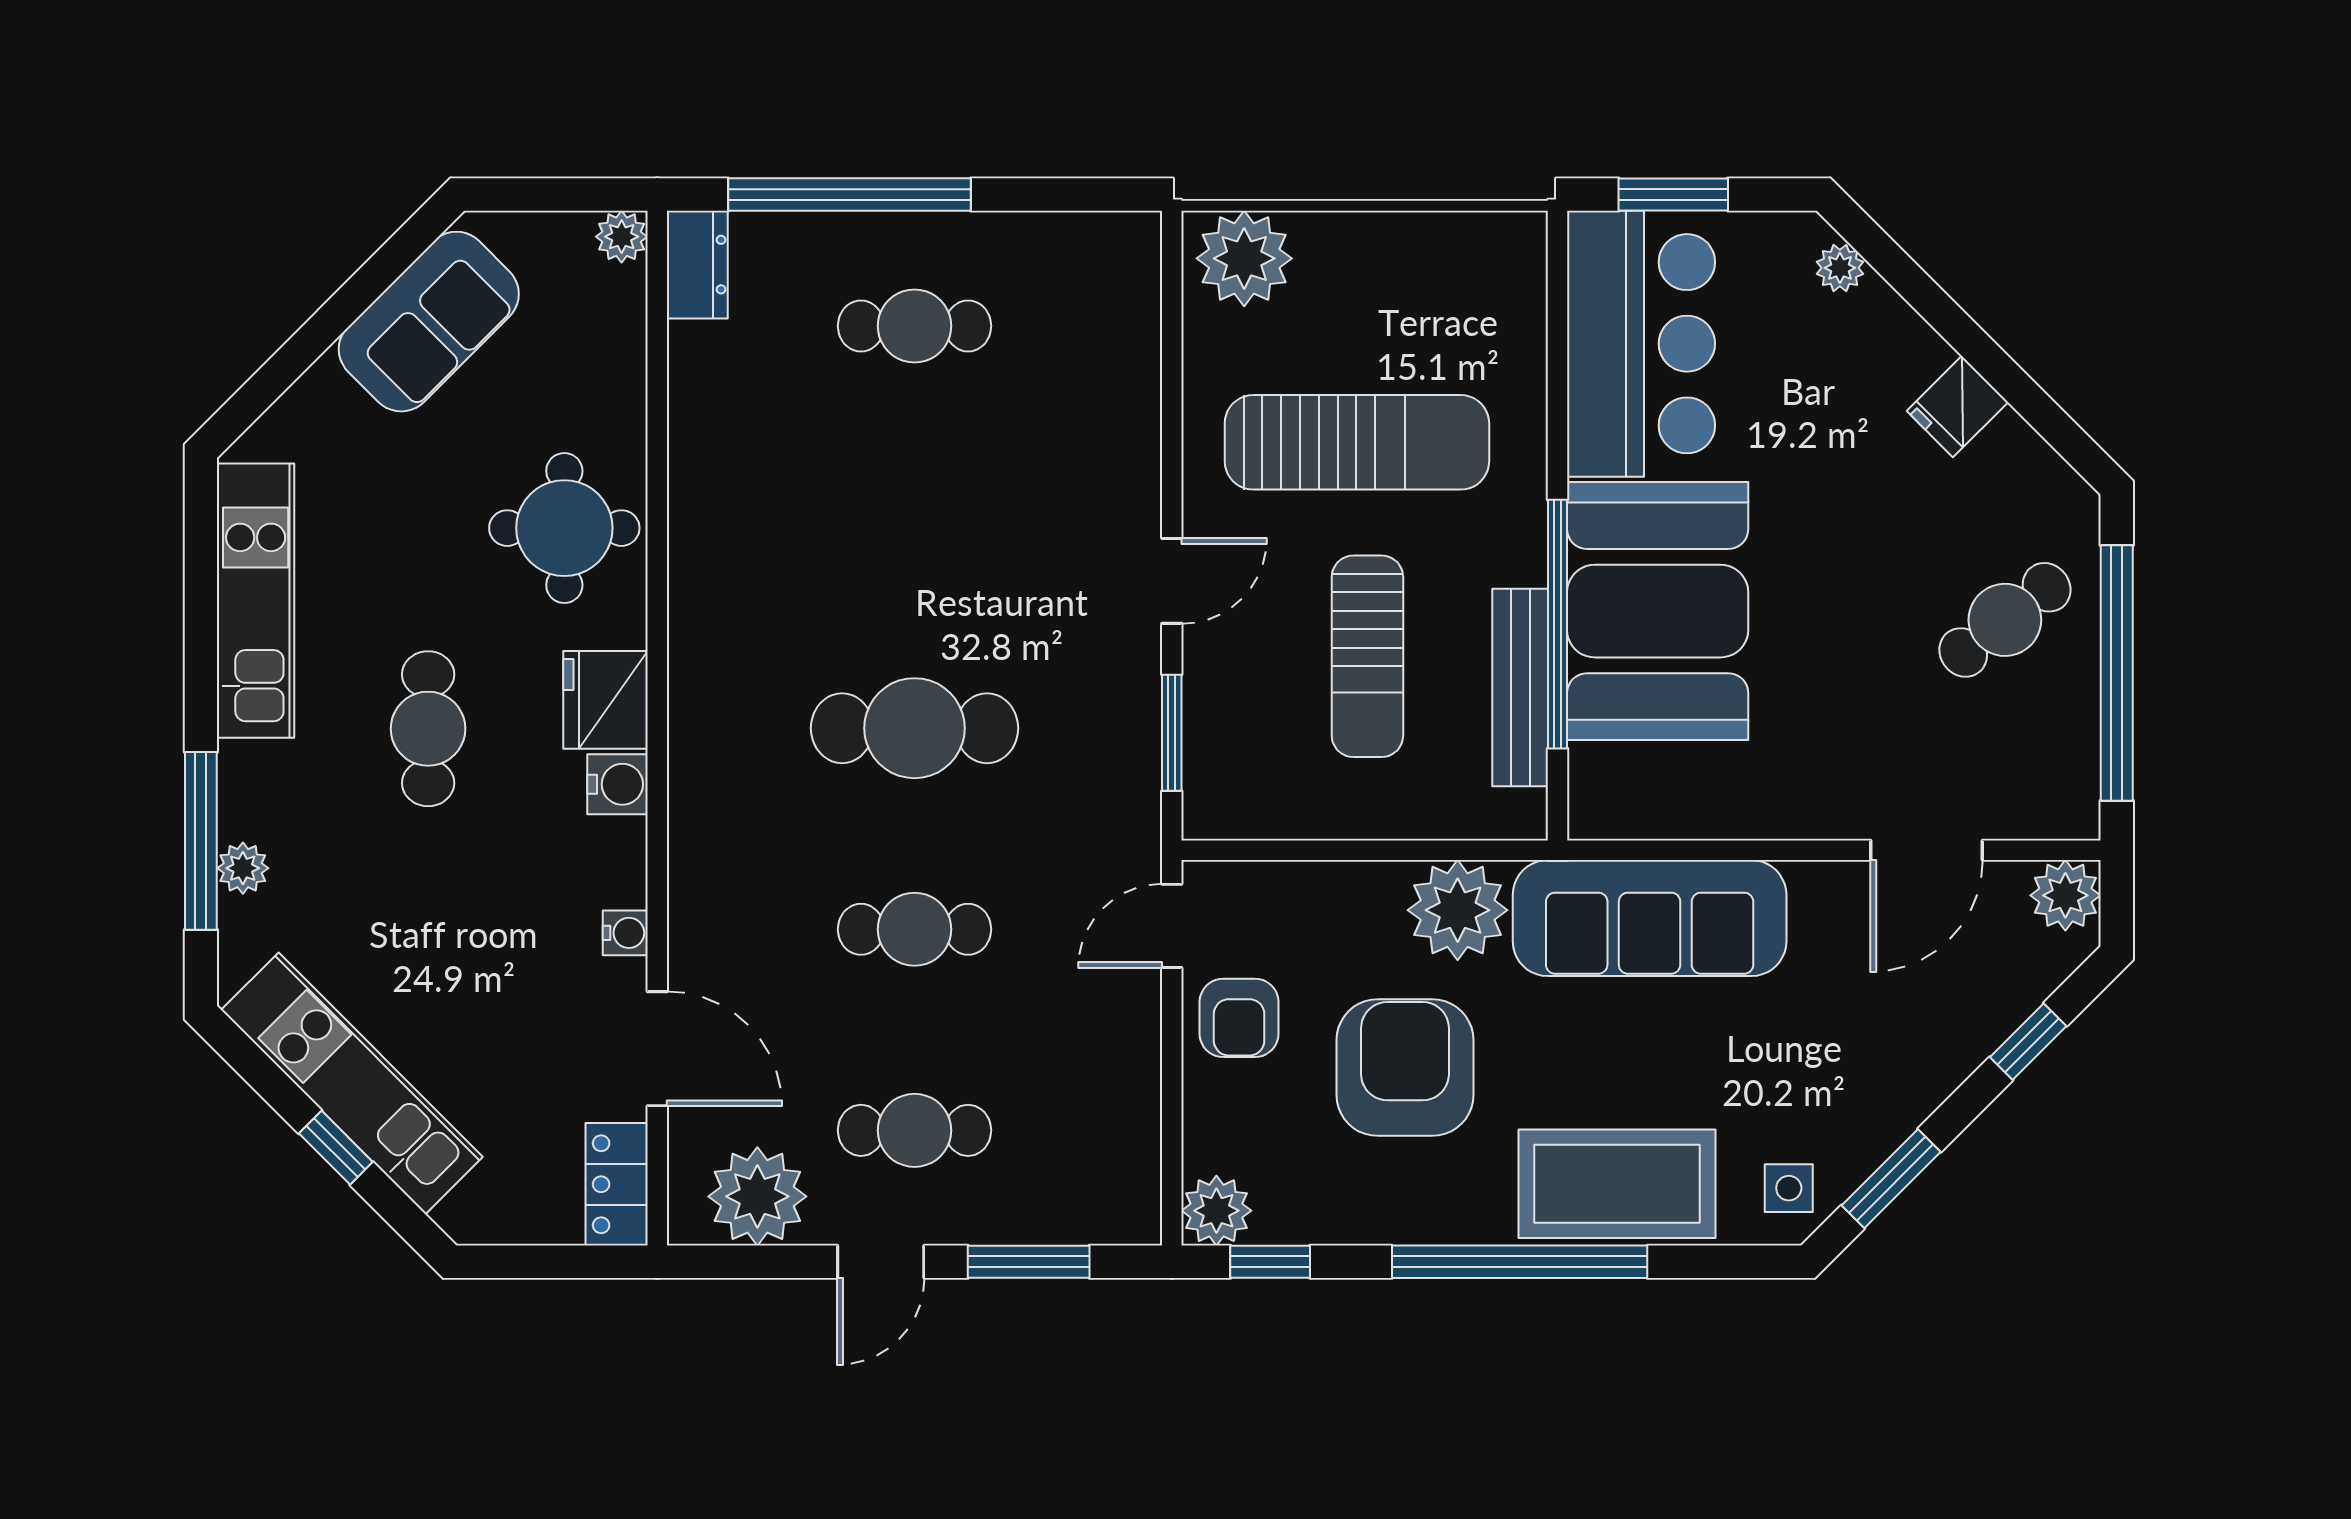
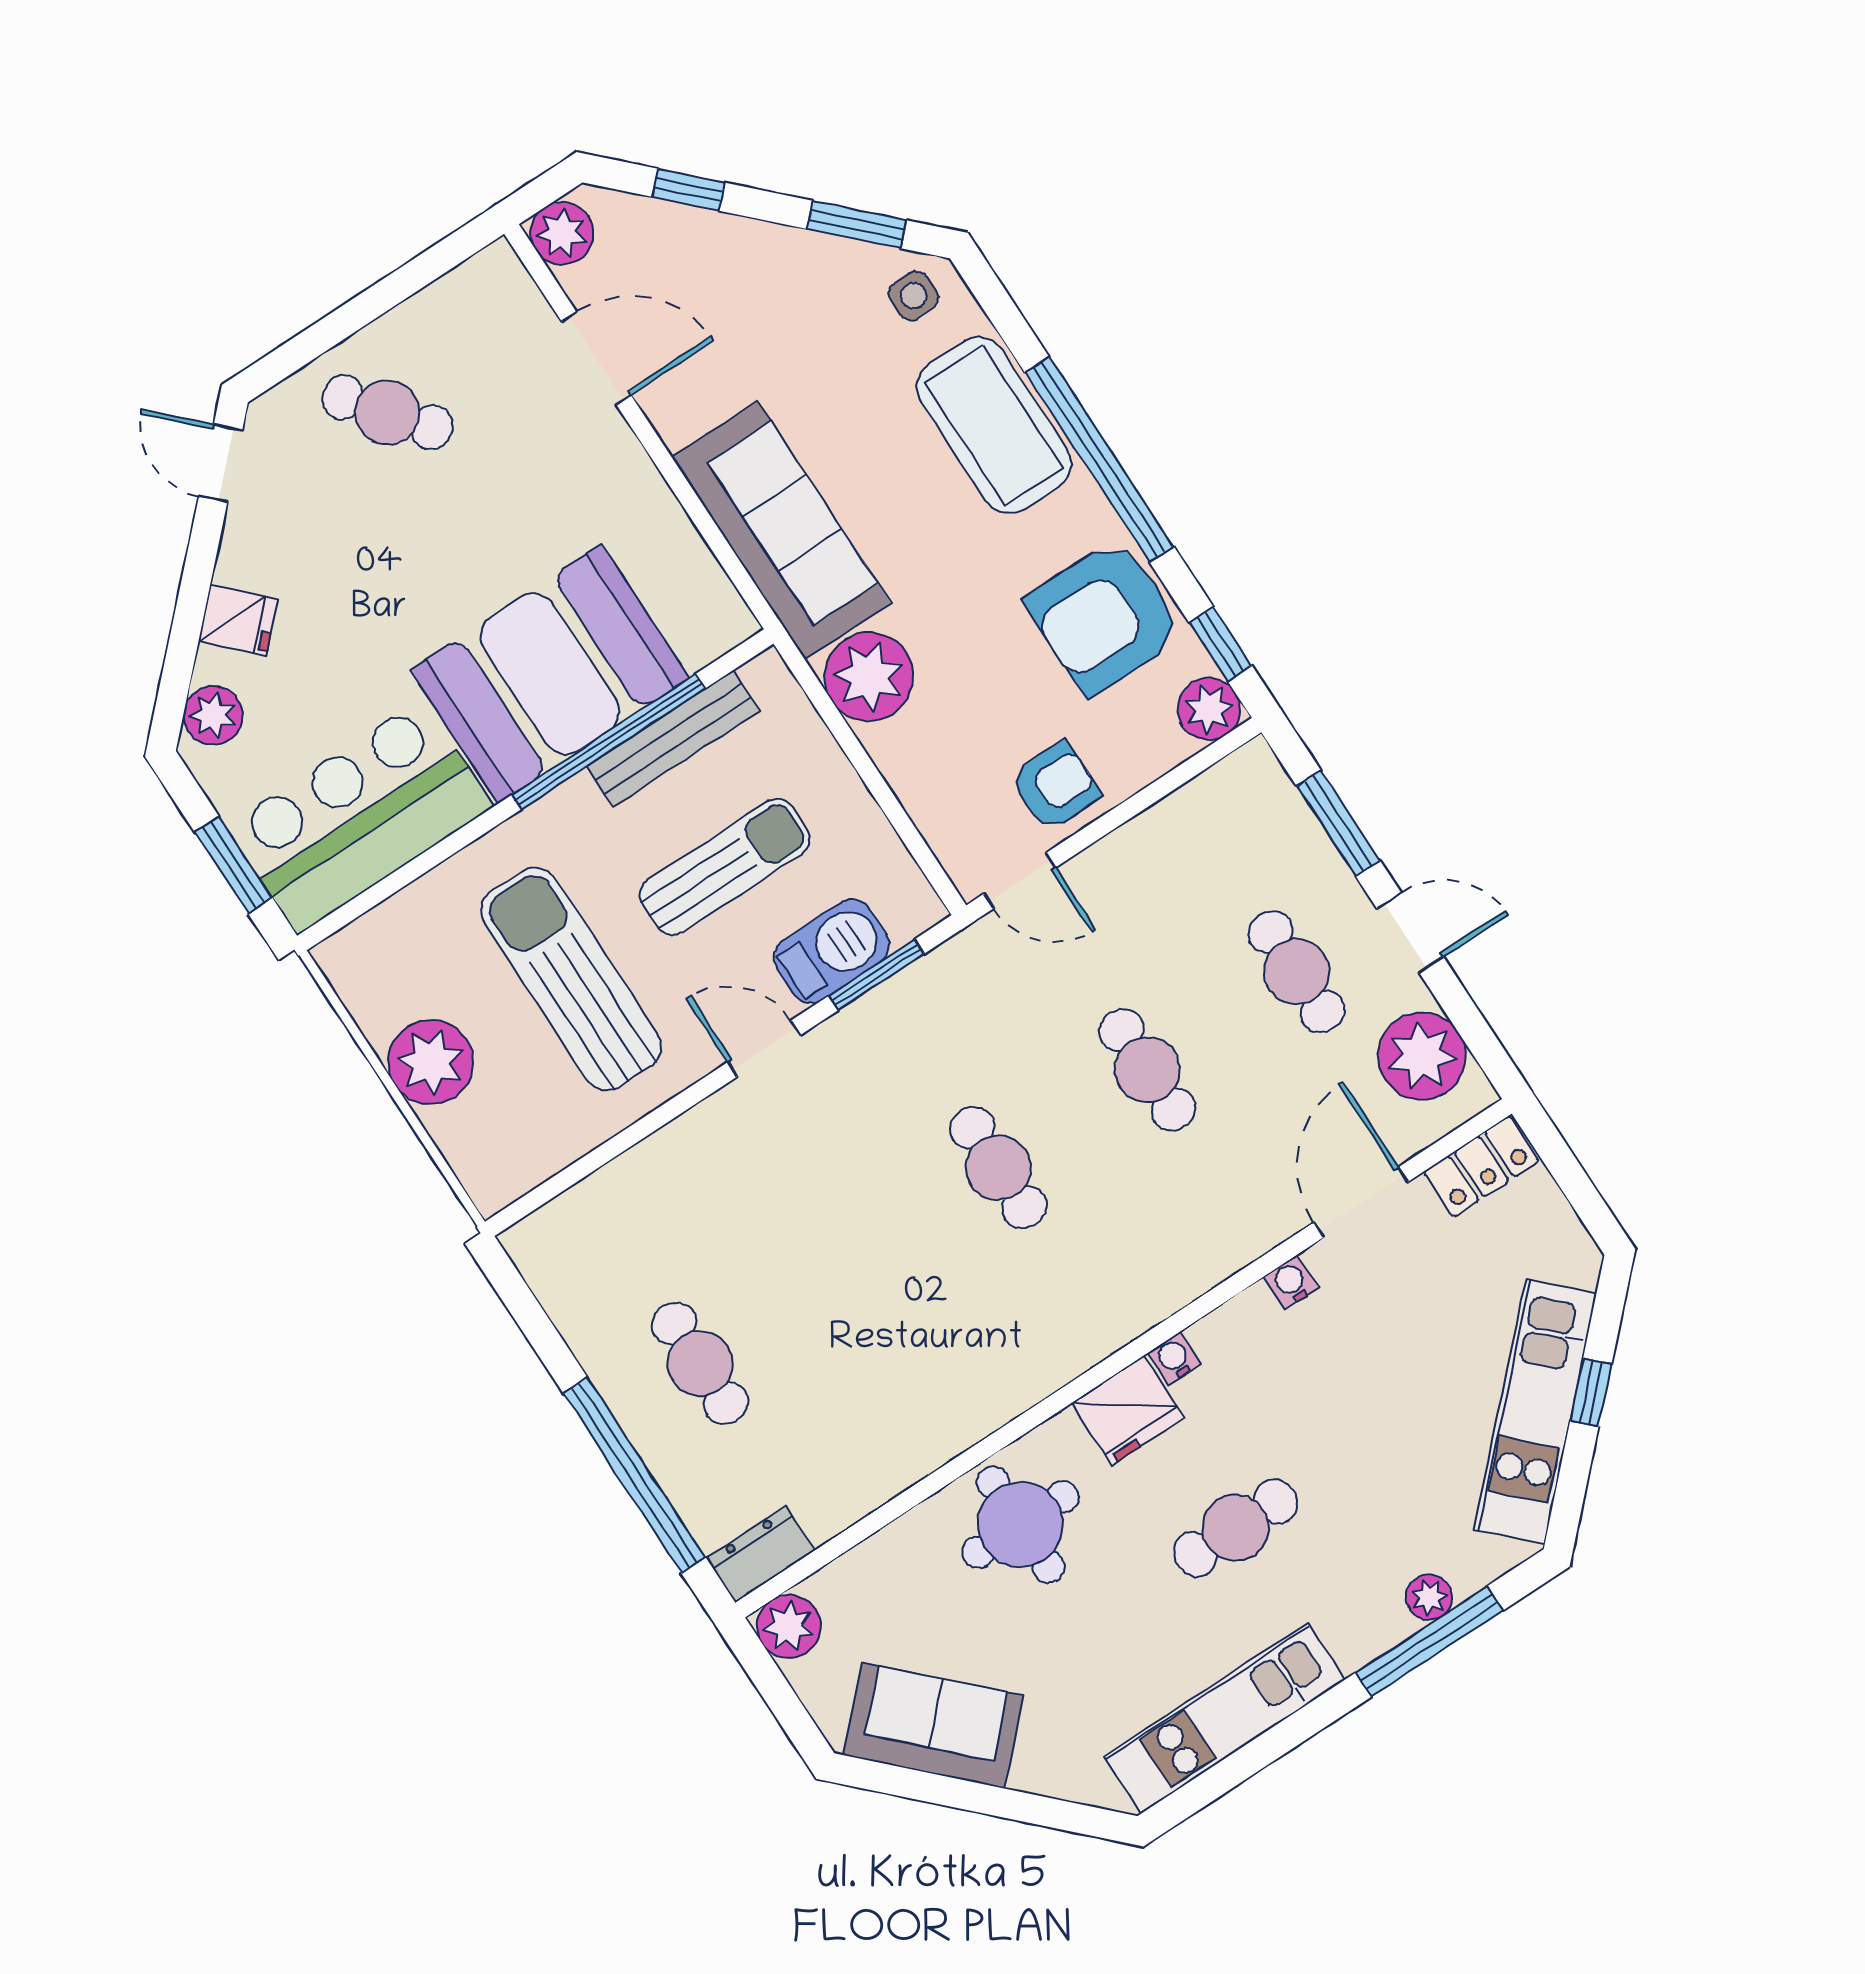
plant: (622, 237) -> (789, 1626), width x1.38, depth x1.38
plant: (1244, 258) -> (431, 1062), moved
plant: (1840, 268) -> (213, 715), width x1.38, depth x1.38
fridge: (1957, 406) -> (238, 620), moved
door: (2060, 431) -> (221, 463), added
window: (2117, 673) -> (372, 303), removed
barbecue: (1222, 705) -> (832, 951), added
cafe table: (914, 728) -> (998, 1168), width x0.73, depth x0.74
water cooler: (617, 784) -> (1174, 1358), width x0.72, depth x0.72
armchair: (1405, 1068) -> (1105, 617), moved

